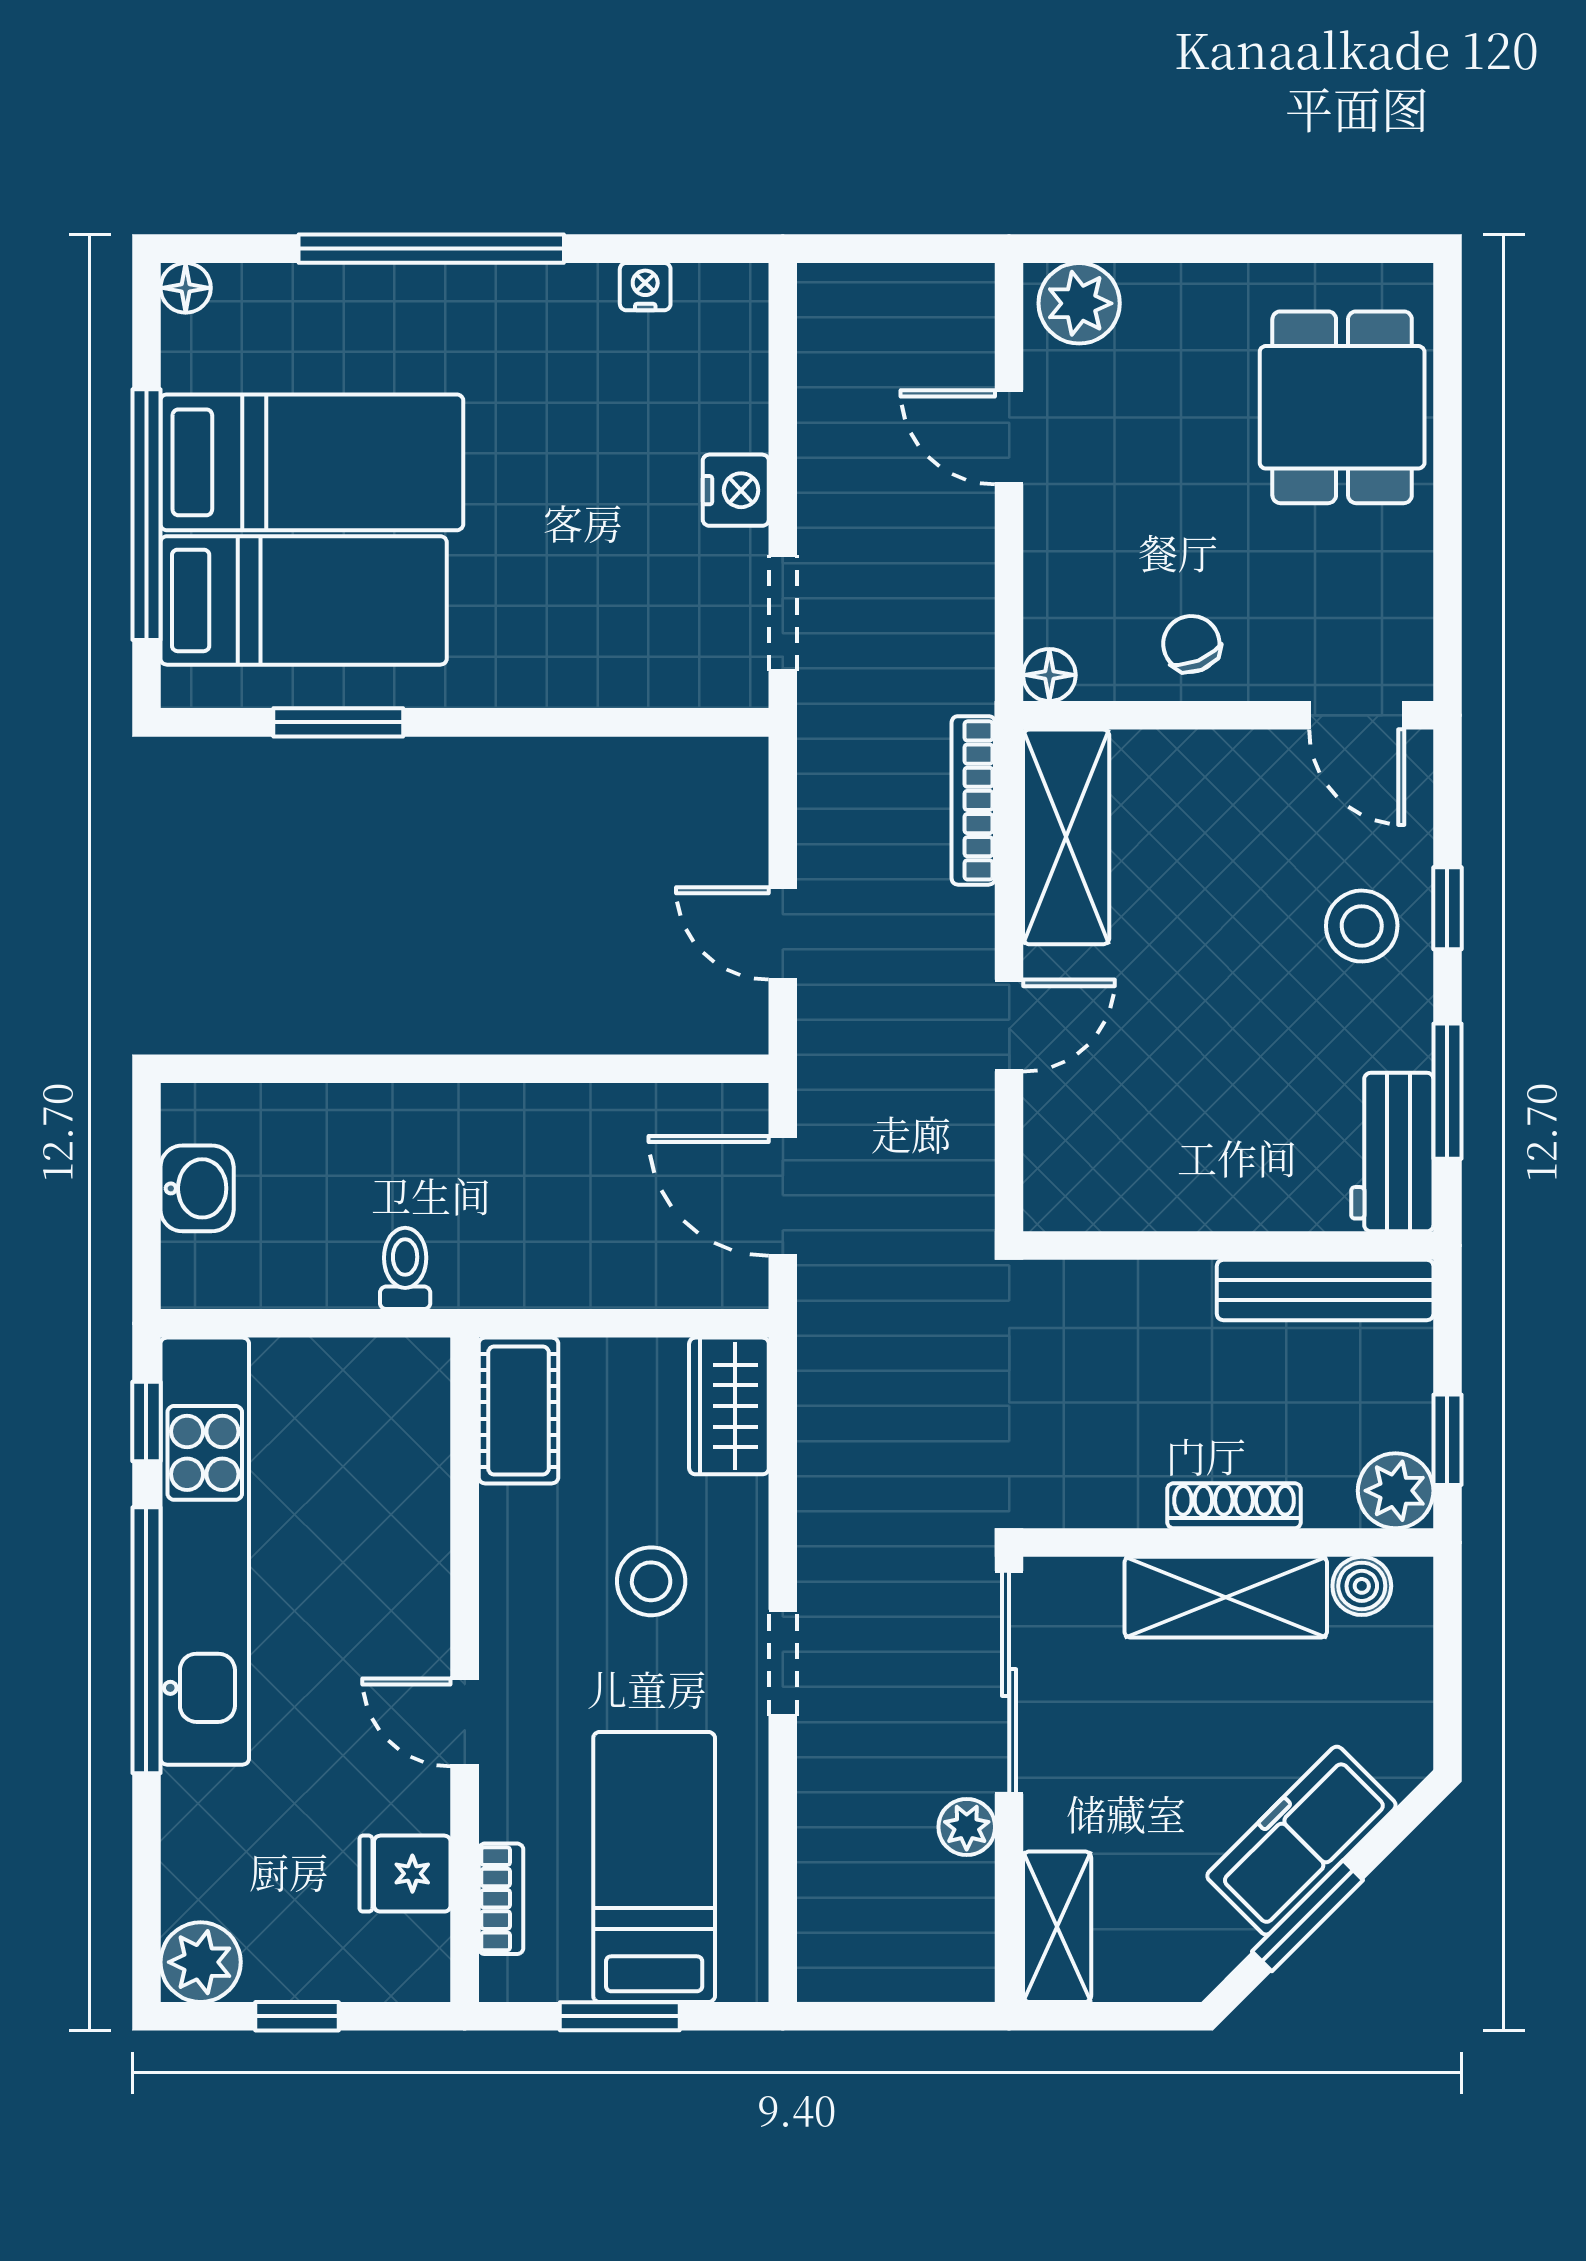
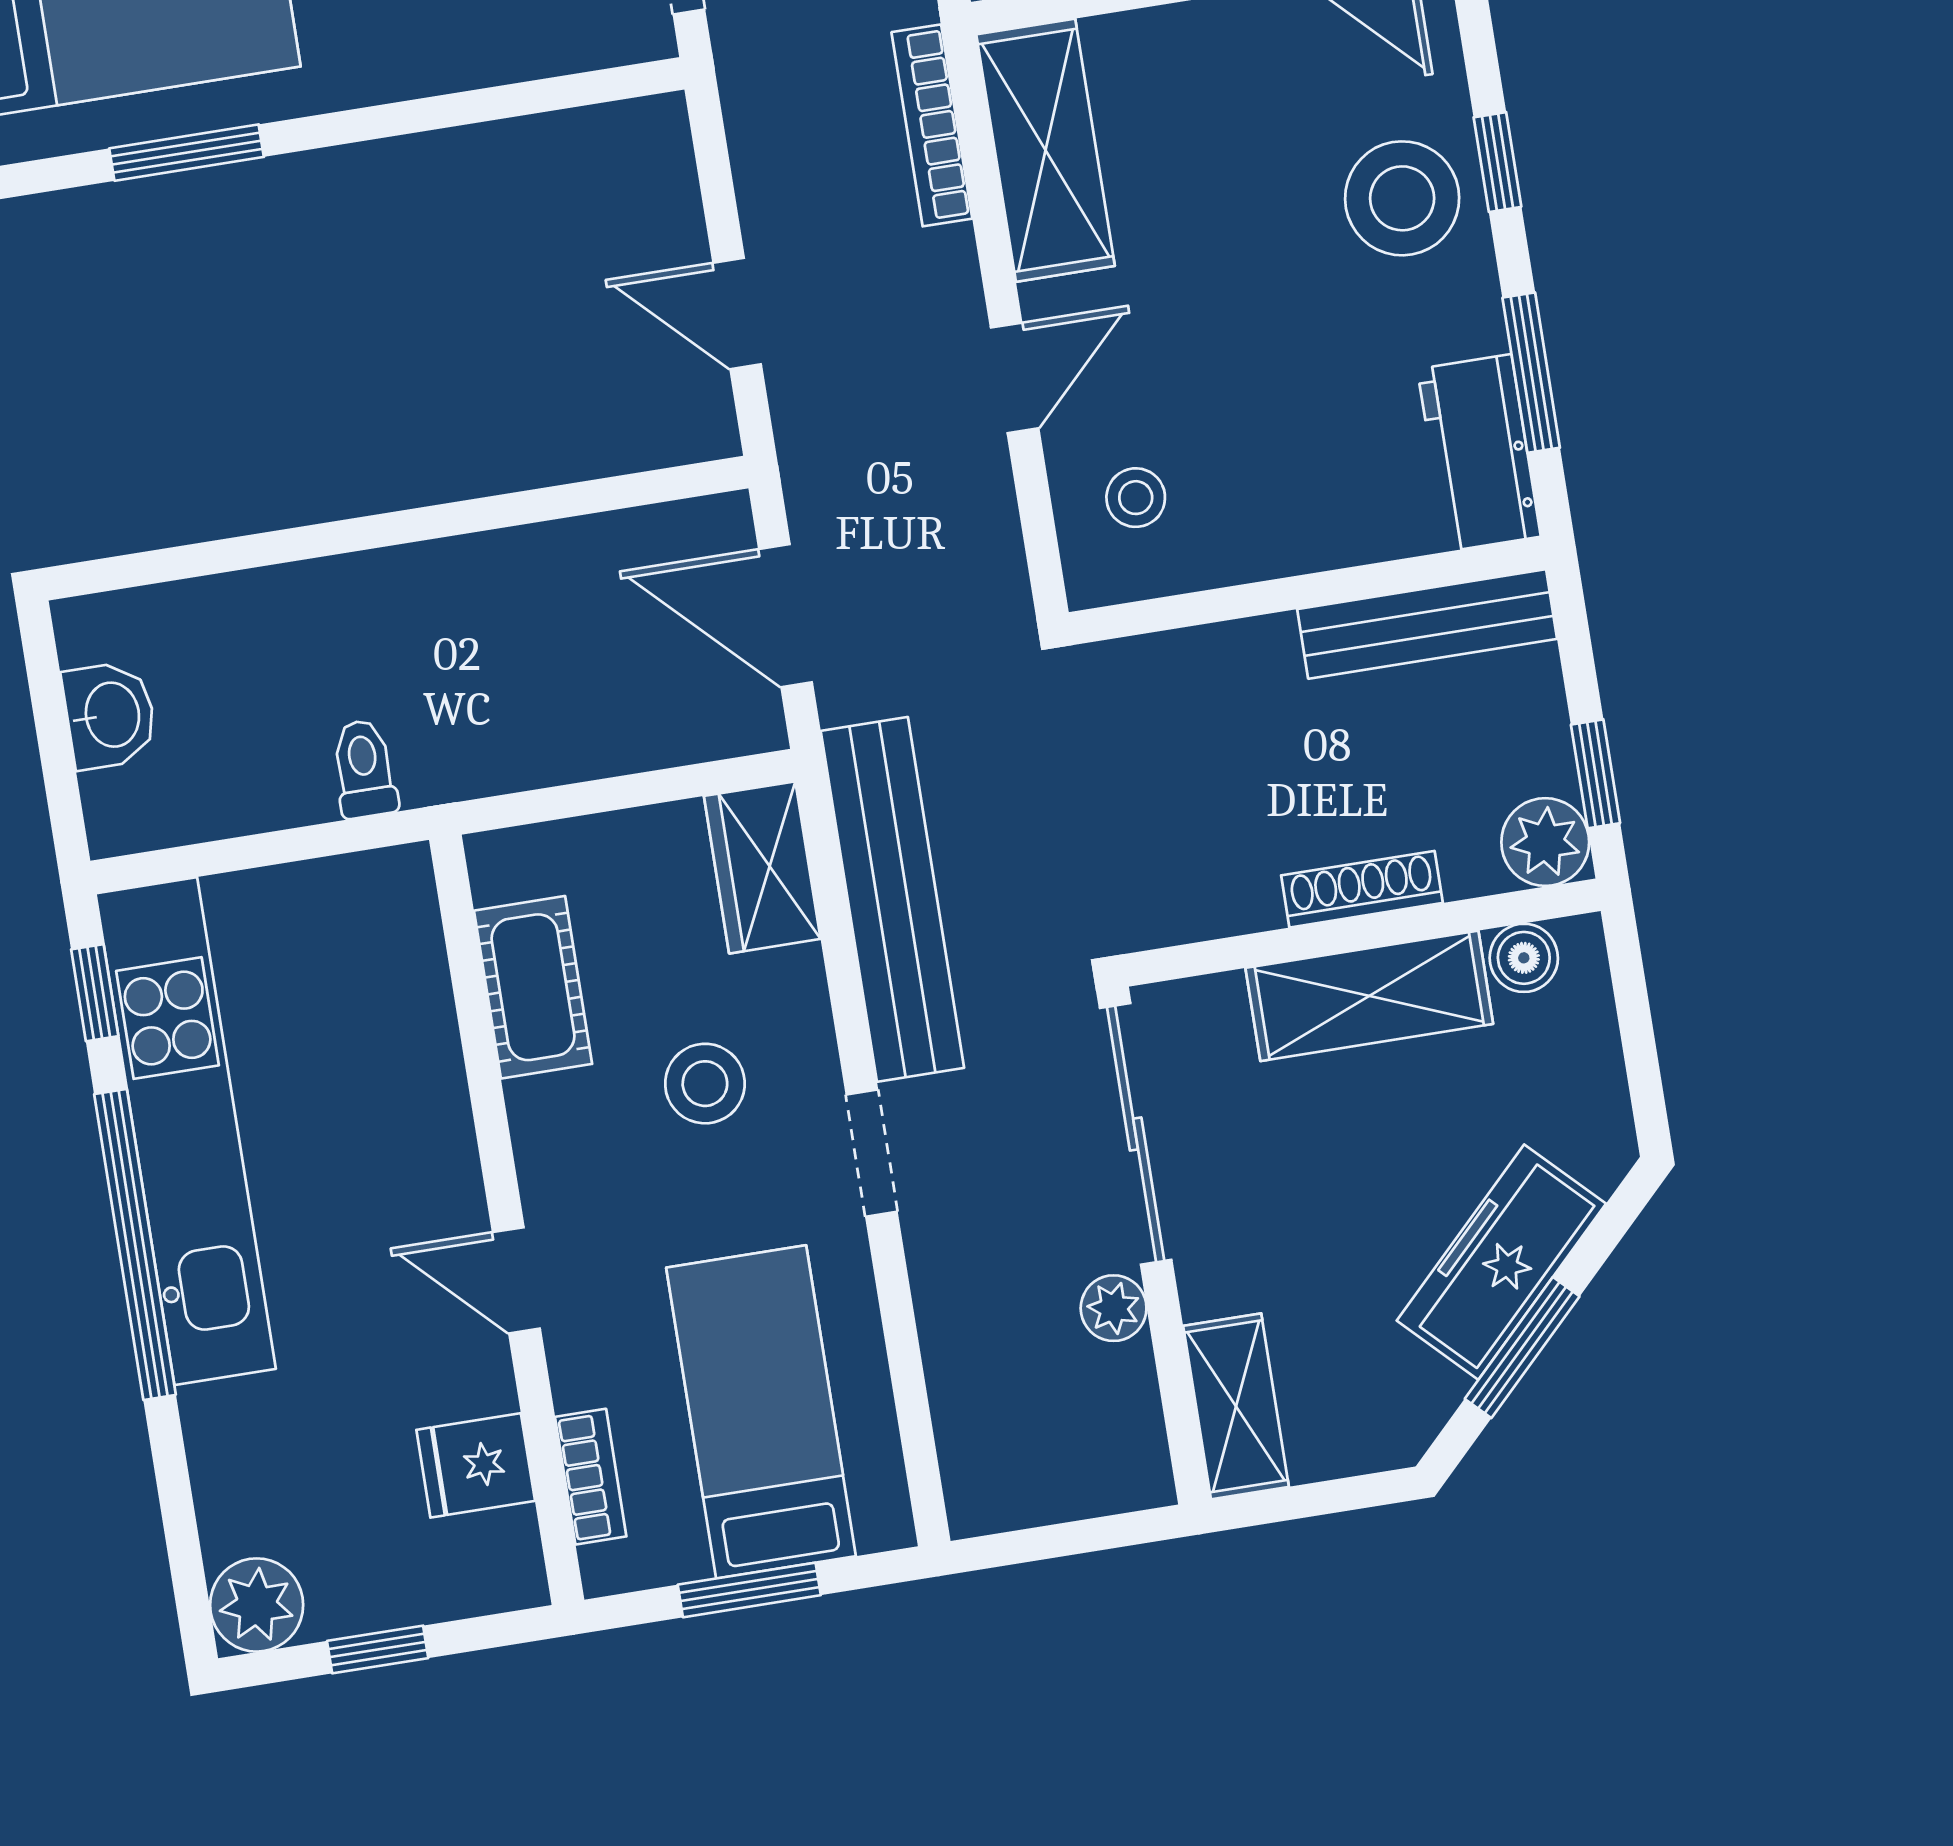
stool: (1362, 926) -> (1402, 198), width x1.38, depth x1.38
stool: (1095, 1143) -> (1136, 498), added
cot: (518, 1411) -> (533, 987), moved
bench: (835, 1451) -> (892, 899), added

